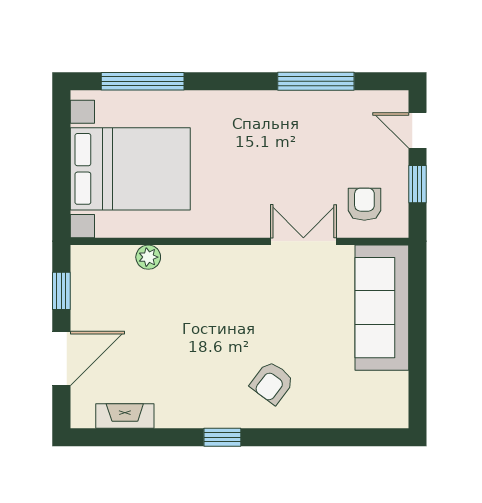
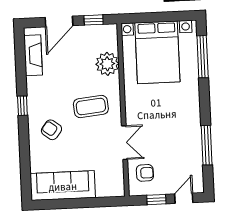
plant: (148, 257) -> (107, 64), width x1.88, depth x1.88
coffee table: (230, 304) -> (91, 106), added
sofa: (382, 308) -> (63, 186), moved
door: (61, 358) -> (59, 22), hinge flipped
fireplace: (125, 416) -> (33, 55), width x1.37, depth x1.32

